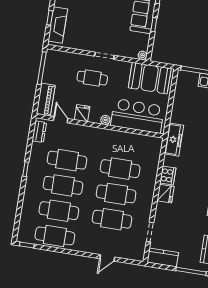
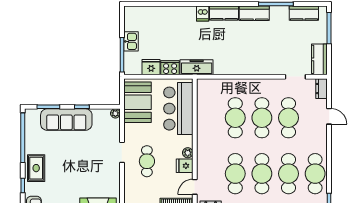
plant: (105, 120) -> (188, 153), moved
cooker: (168, 175) -> (170, 68), moved
fridge: (165, 194) -> (151, 67), moved
dresser: (135, 255) -> (322, 89), added

